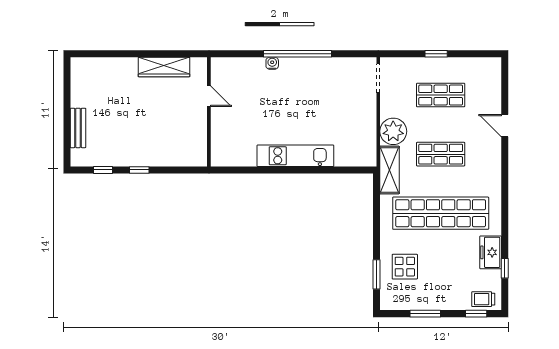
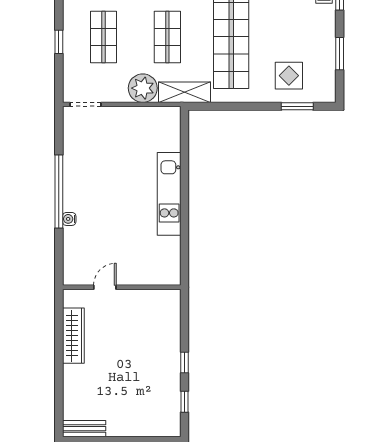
bench: (78, 128) -> (84, 429), moved

